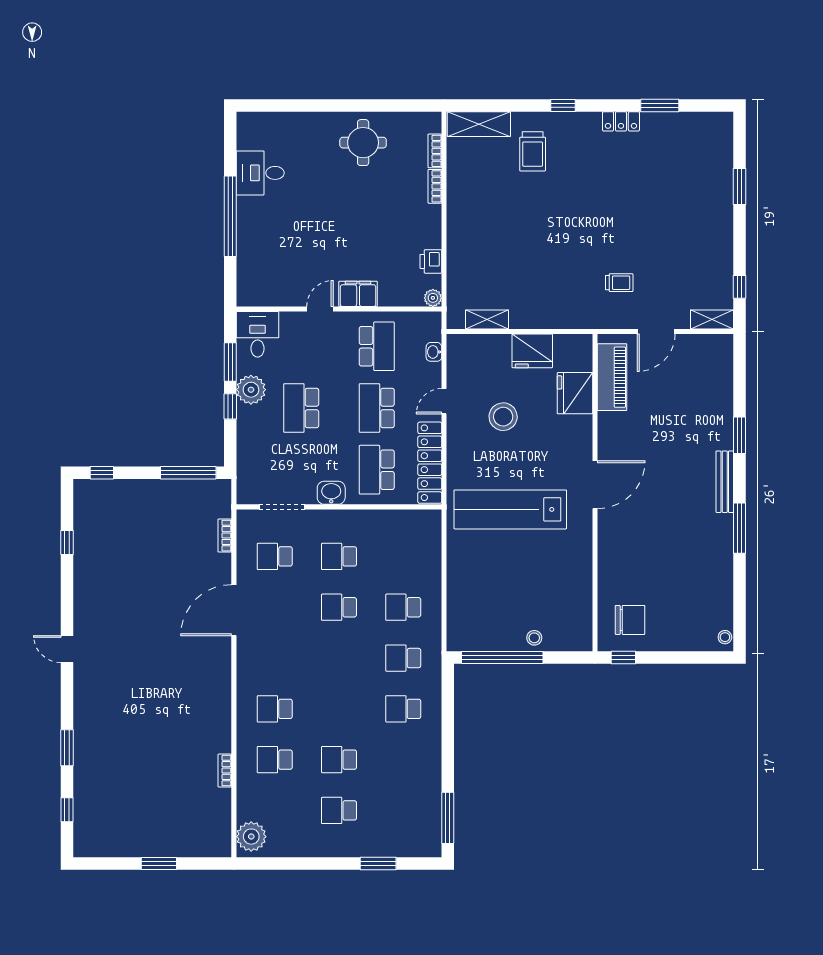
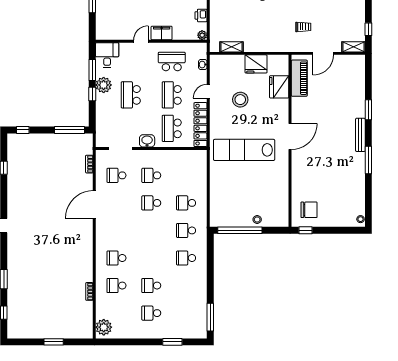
school desk: (377, 346) -> (172, 61), turned -90

